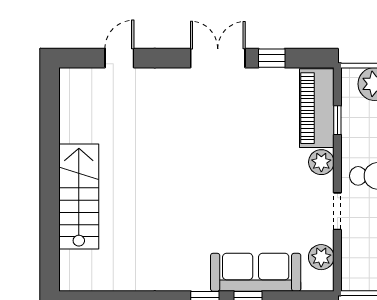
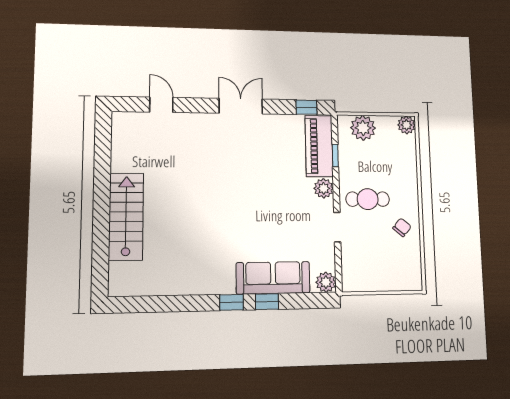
door: (119, 58) -> (161, 105), hinge flipped
window: (272, 58) -> (306, 107), moved
plant: (321, 257) -> (326, 282), moved

